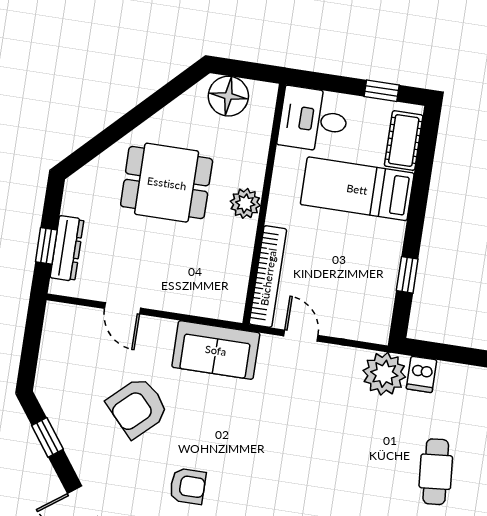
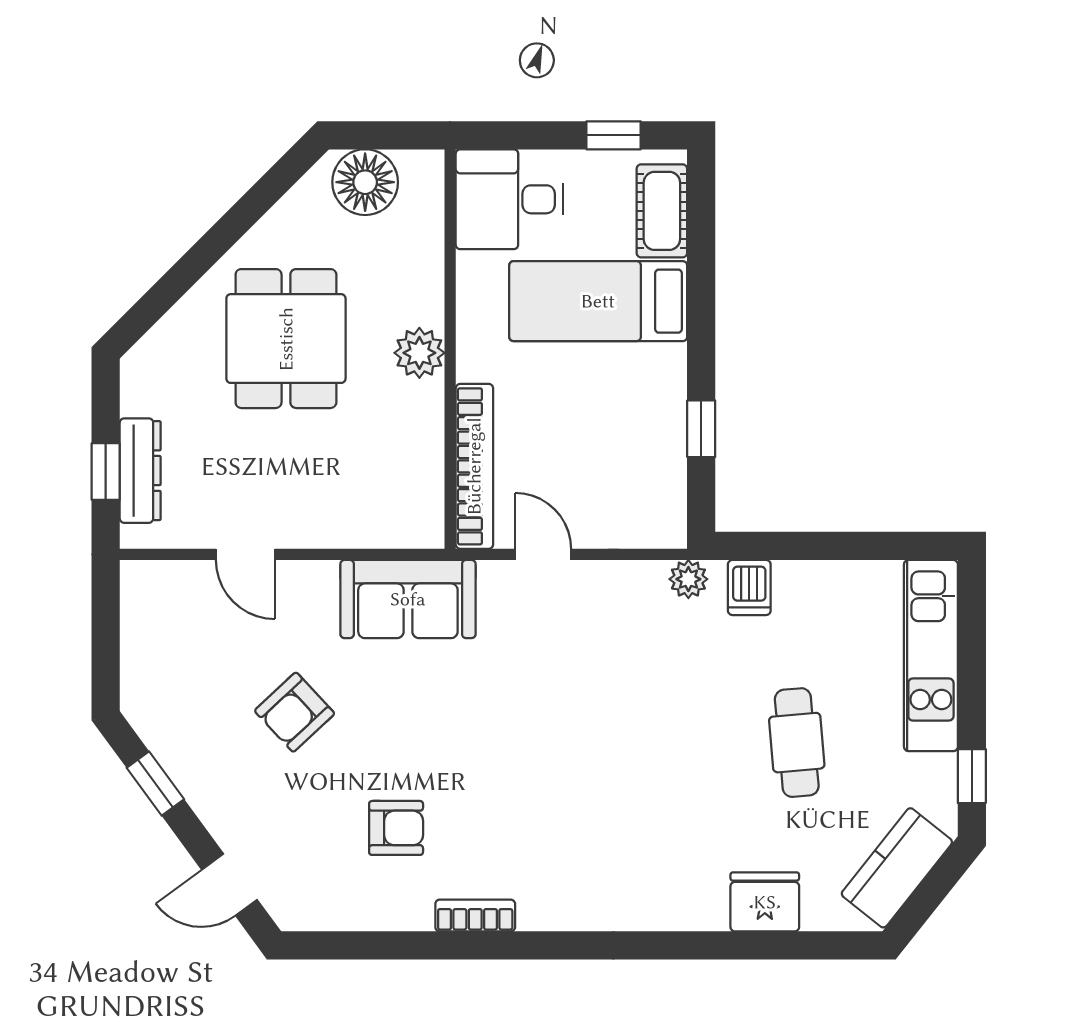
dining table: (167, 183) -> (286, 339), turned 90
plant: (384, 374) -> (688, 579), width x0.53, depth x0.53
armchair: (137, 407) -> (295, 712), width x0.72, depth x0.72

